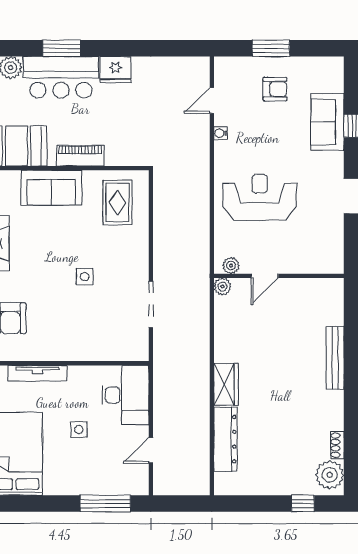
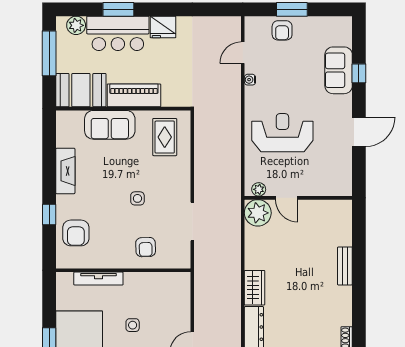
armchair: (275, 89) -> (282, 30), moved, turned 90
piano: (80, 156) -> (134, 95), width x1.37, depth x1.33
door: (265, 276) -> (287, 198), hinge flipped
plant: (222, 286) -> (258, 213), width x1.88, depth x1.88
armchair: (94, 335) -> (146, 247), added
bench: (335, 358) -> (345, 266), width x0.73
desk: (125, 395) -> (171, 297), removed

